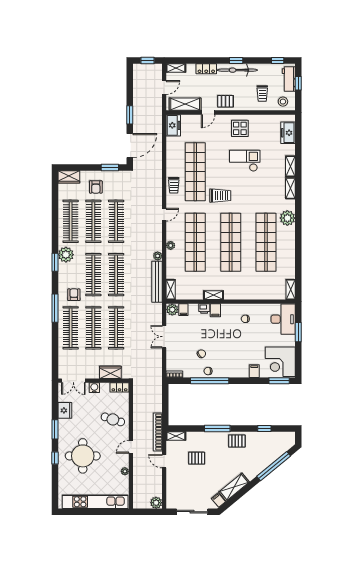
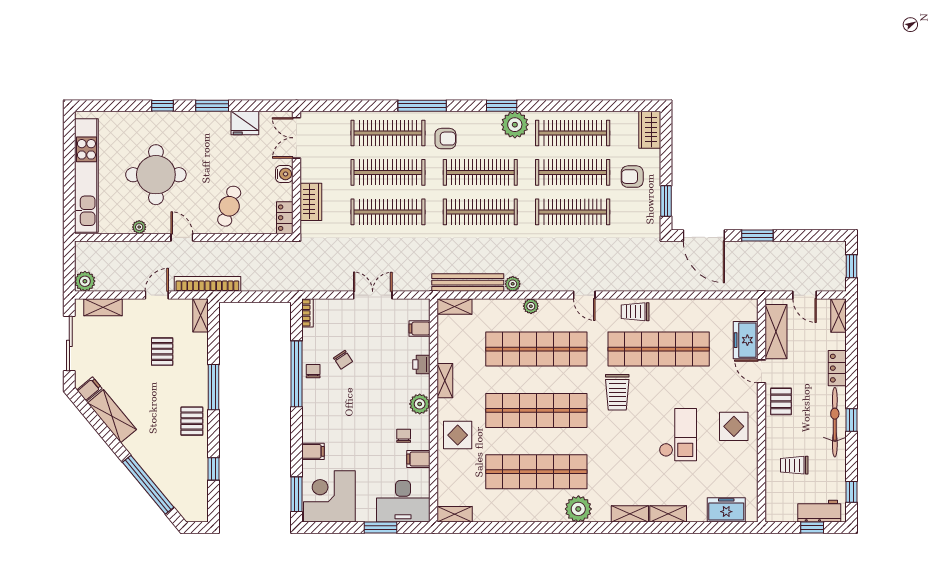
stool: (283, 102) -> (780, 501), removed
freezer: (173, 125) -> (746, 340), moved, turned 90
display table: (245, 288) -> (458, 435), added
plant: (172, 310) -> (420, 404), moved
filing cabinet: (215, 310) -> (418, 459), moved
round table: (83, 456) -> (156, 175), moved
shelving: (171, 492) -> (103, 307), added

